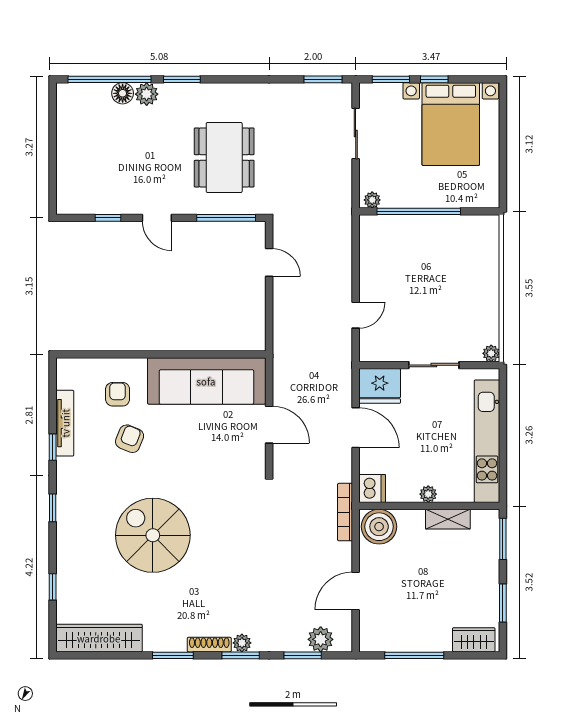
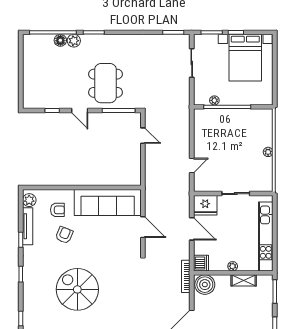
dining table: (224, 157) -> (106, 83), moved
plant: (372, 200) -> (214, 100), moved
plant: (491, 353) -> (268, 152), moved
plant: (68, 377) -> (29, 200), added
armchair: (118, 394) -> (57, 210), turned 90

